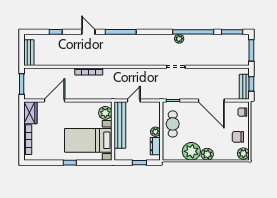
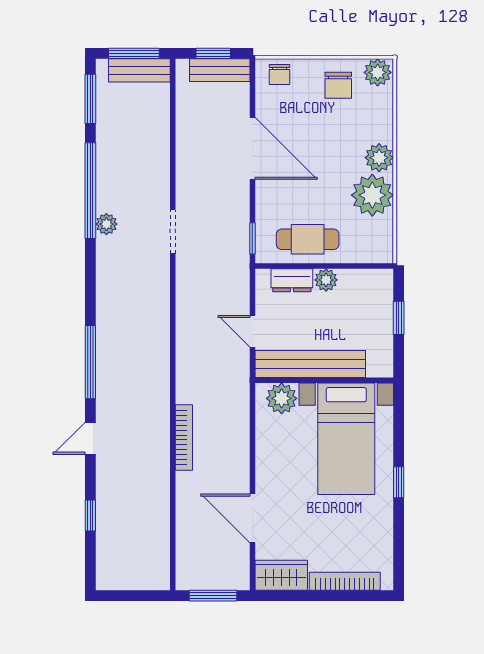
bench: (29, 53) -> (139, 70), moved
door: (211, 101) -> (252, 148), hinge flipped
dresser: (155, 146) -> (292, 280), moved

